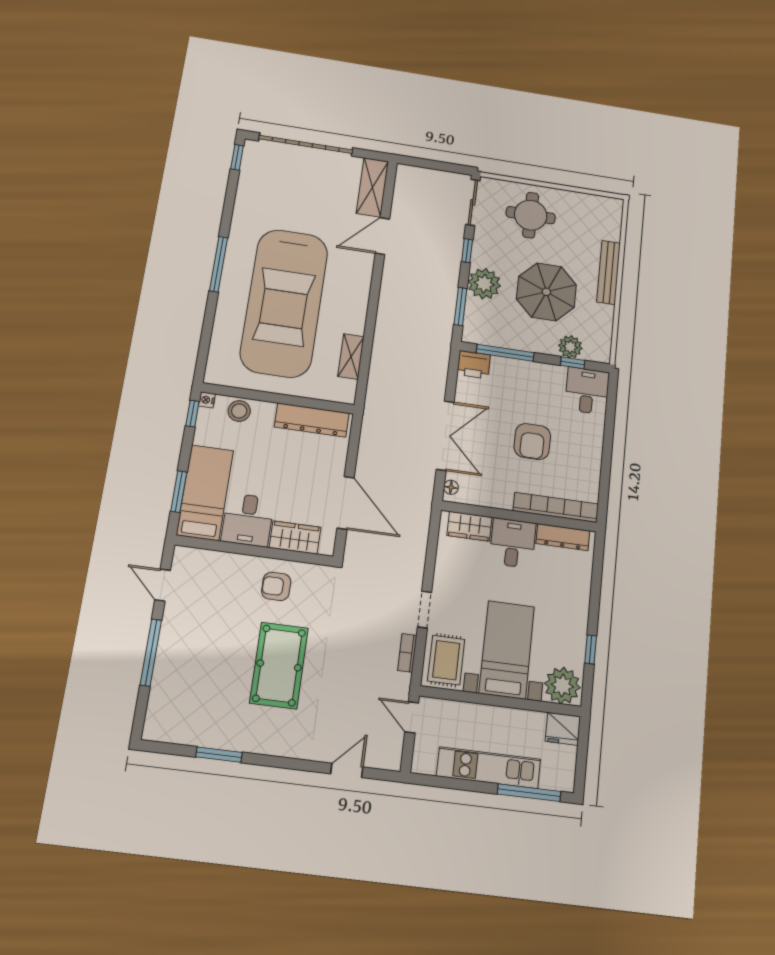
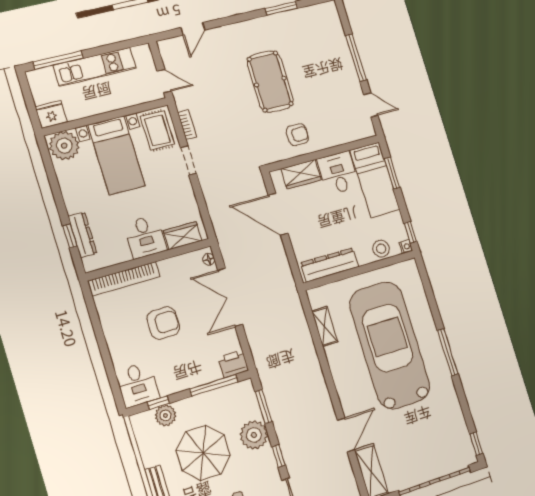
armchair: (532, 442) -> (163, 323), turned 90
dresser: (563, 537) -> (82, 235), moved, turned 90
window: (591, 649) -> (70, 236), moved

